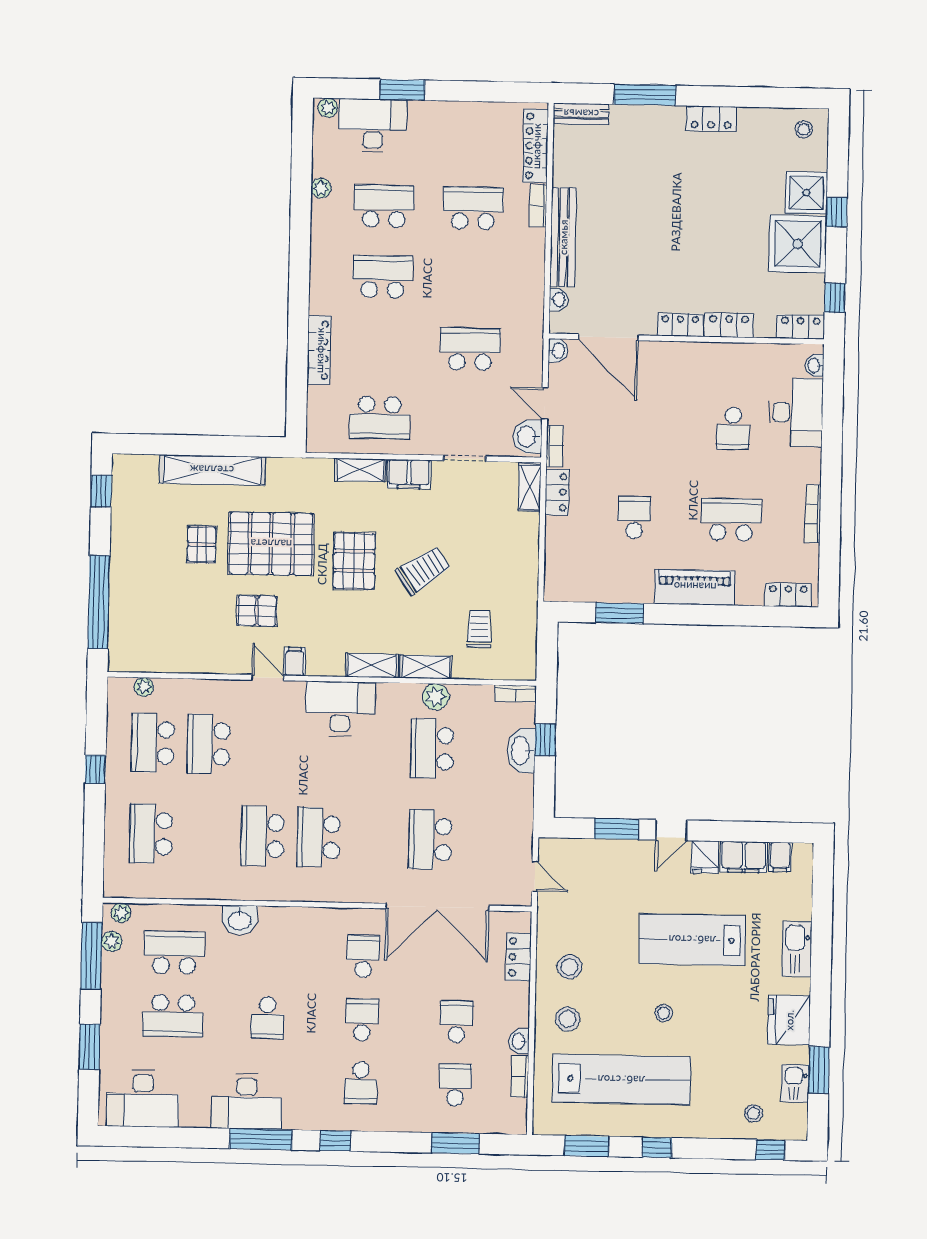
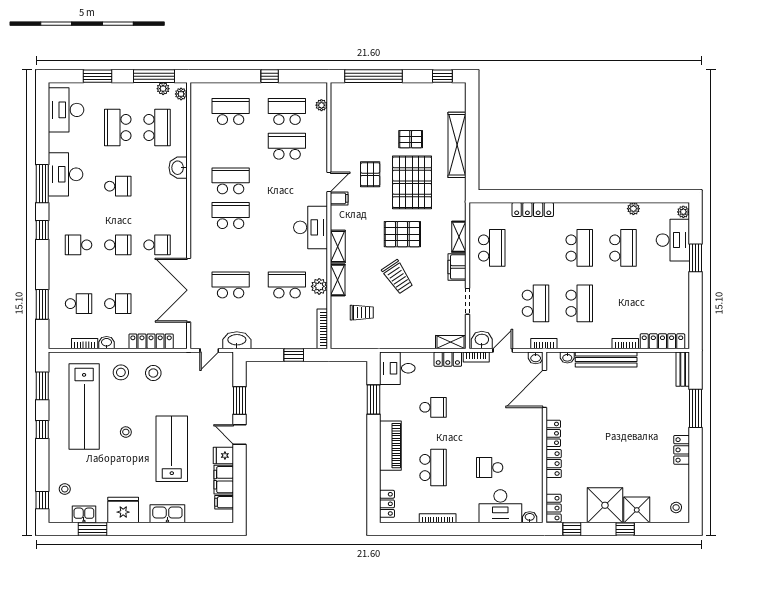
school desk: (473, 208) -> (579, 303), moved
bookcase: (535, 337) -> (544, 344), added
school desk: (380, 418) -> (492, 248), turned 180
desk: (570, 574) -> (397, 368), added
bookcase: (516, 694) -> (322, 329), width x1.56
washbasin: (521, 750) -> (237, 340), moved
locker: (519, 957) -> (151, 341), width x1.53
school desk: (267, 1018) -> (118, 186), turned 180

